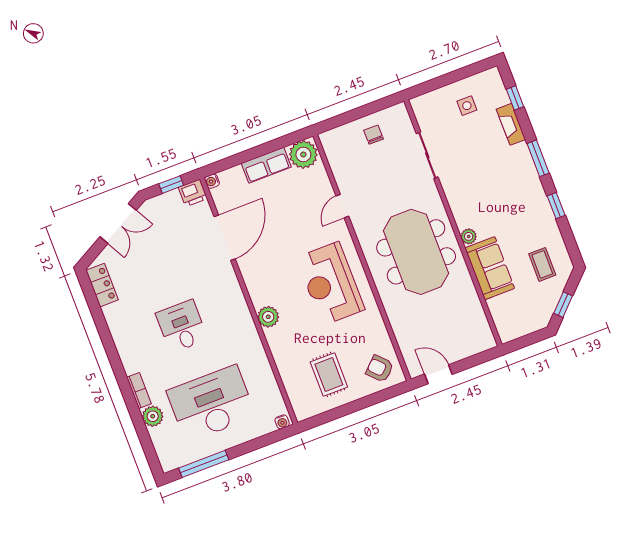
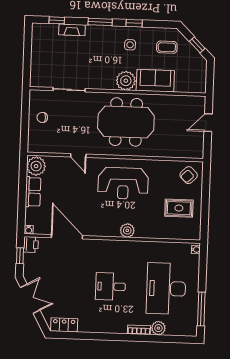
side table: (467, 106) -> (130, 45), moved
plant: (469, 236) -> (126, 81), width x1.87, depth x1.87
door: (438, 374) -> (208, 123), moved

